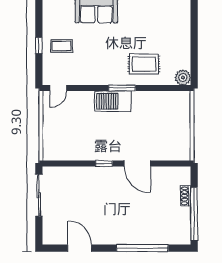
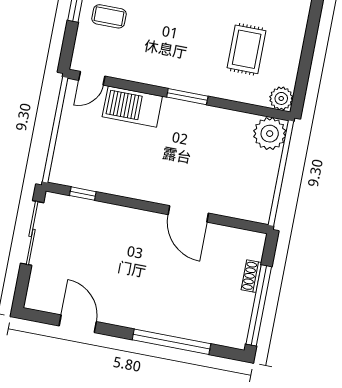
rug: (144, 64) -> (247, 49), moved, turned 90
barbecue: (113, 101) -> (132, 107), moved
plant: (180, 102) -> (270, 134), added
window: (104, 164) -> (83, 194), moved

